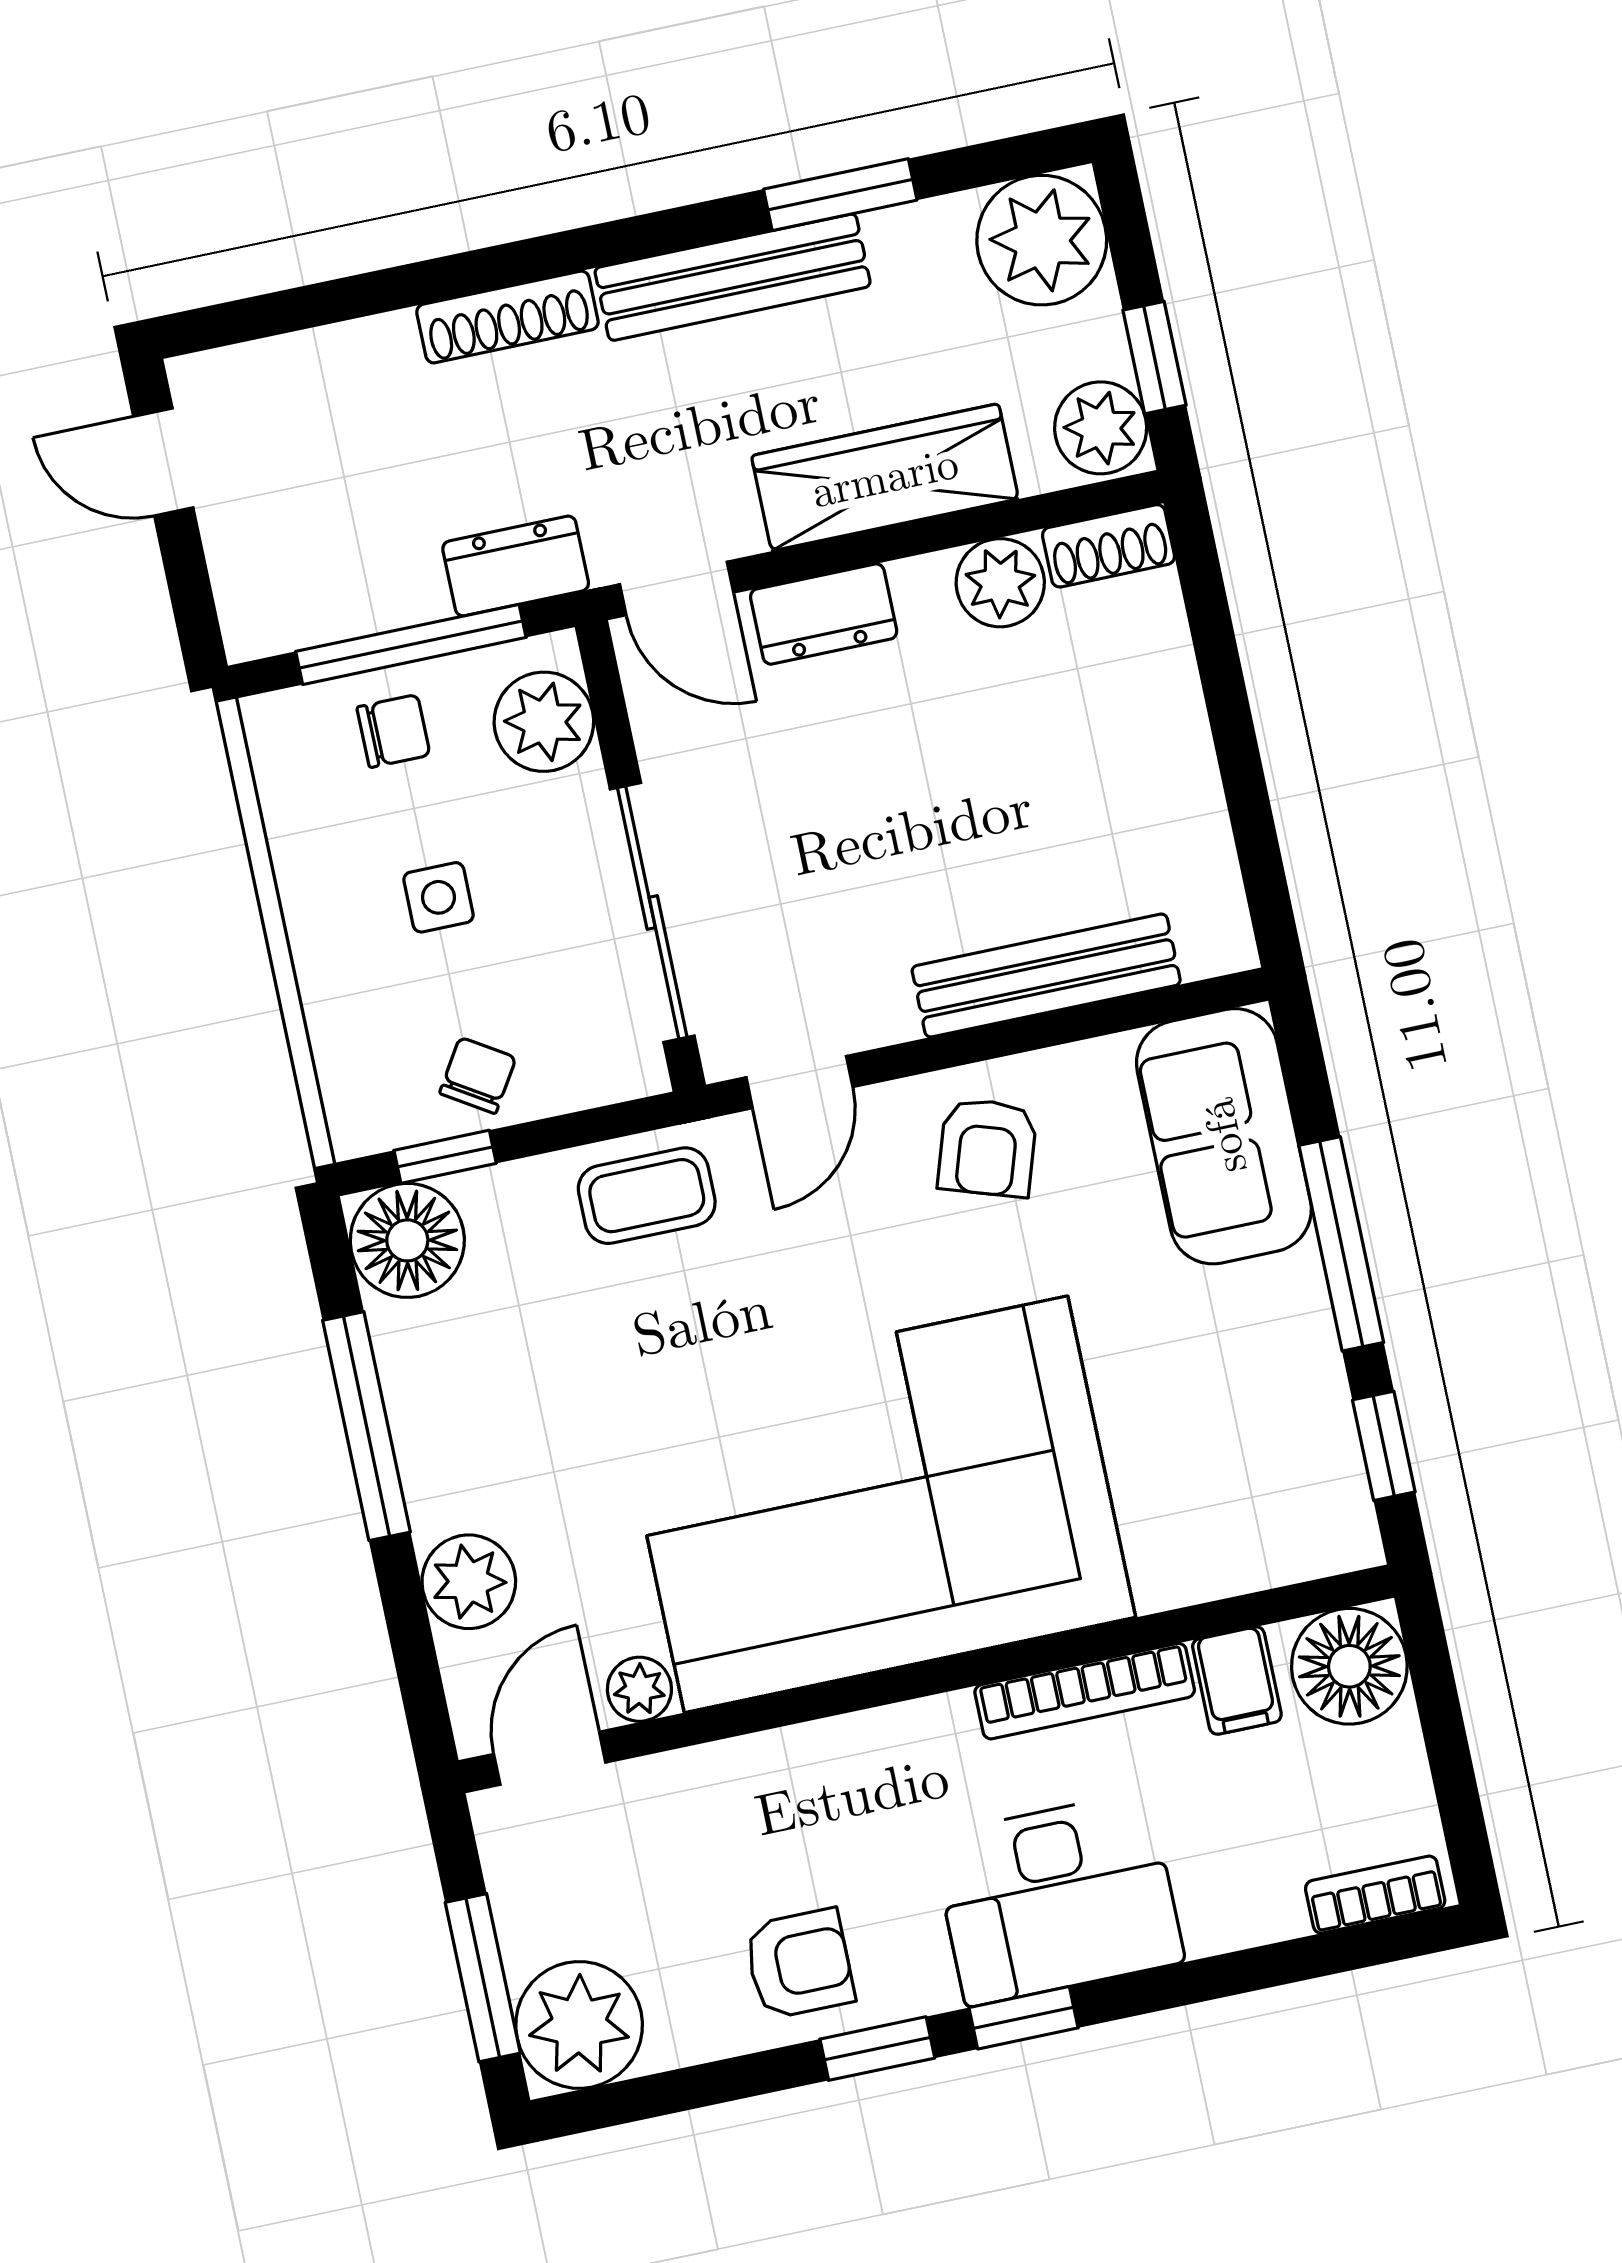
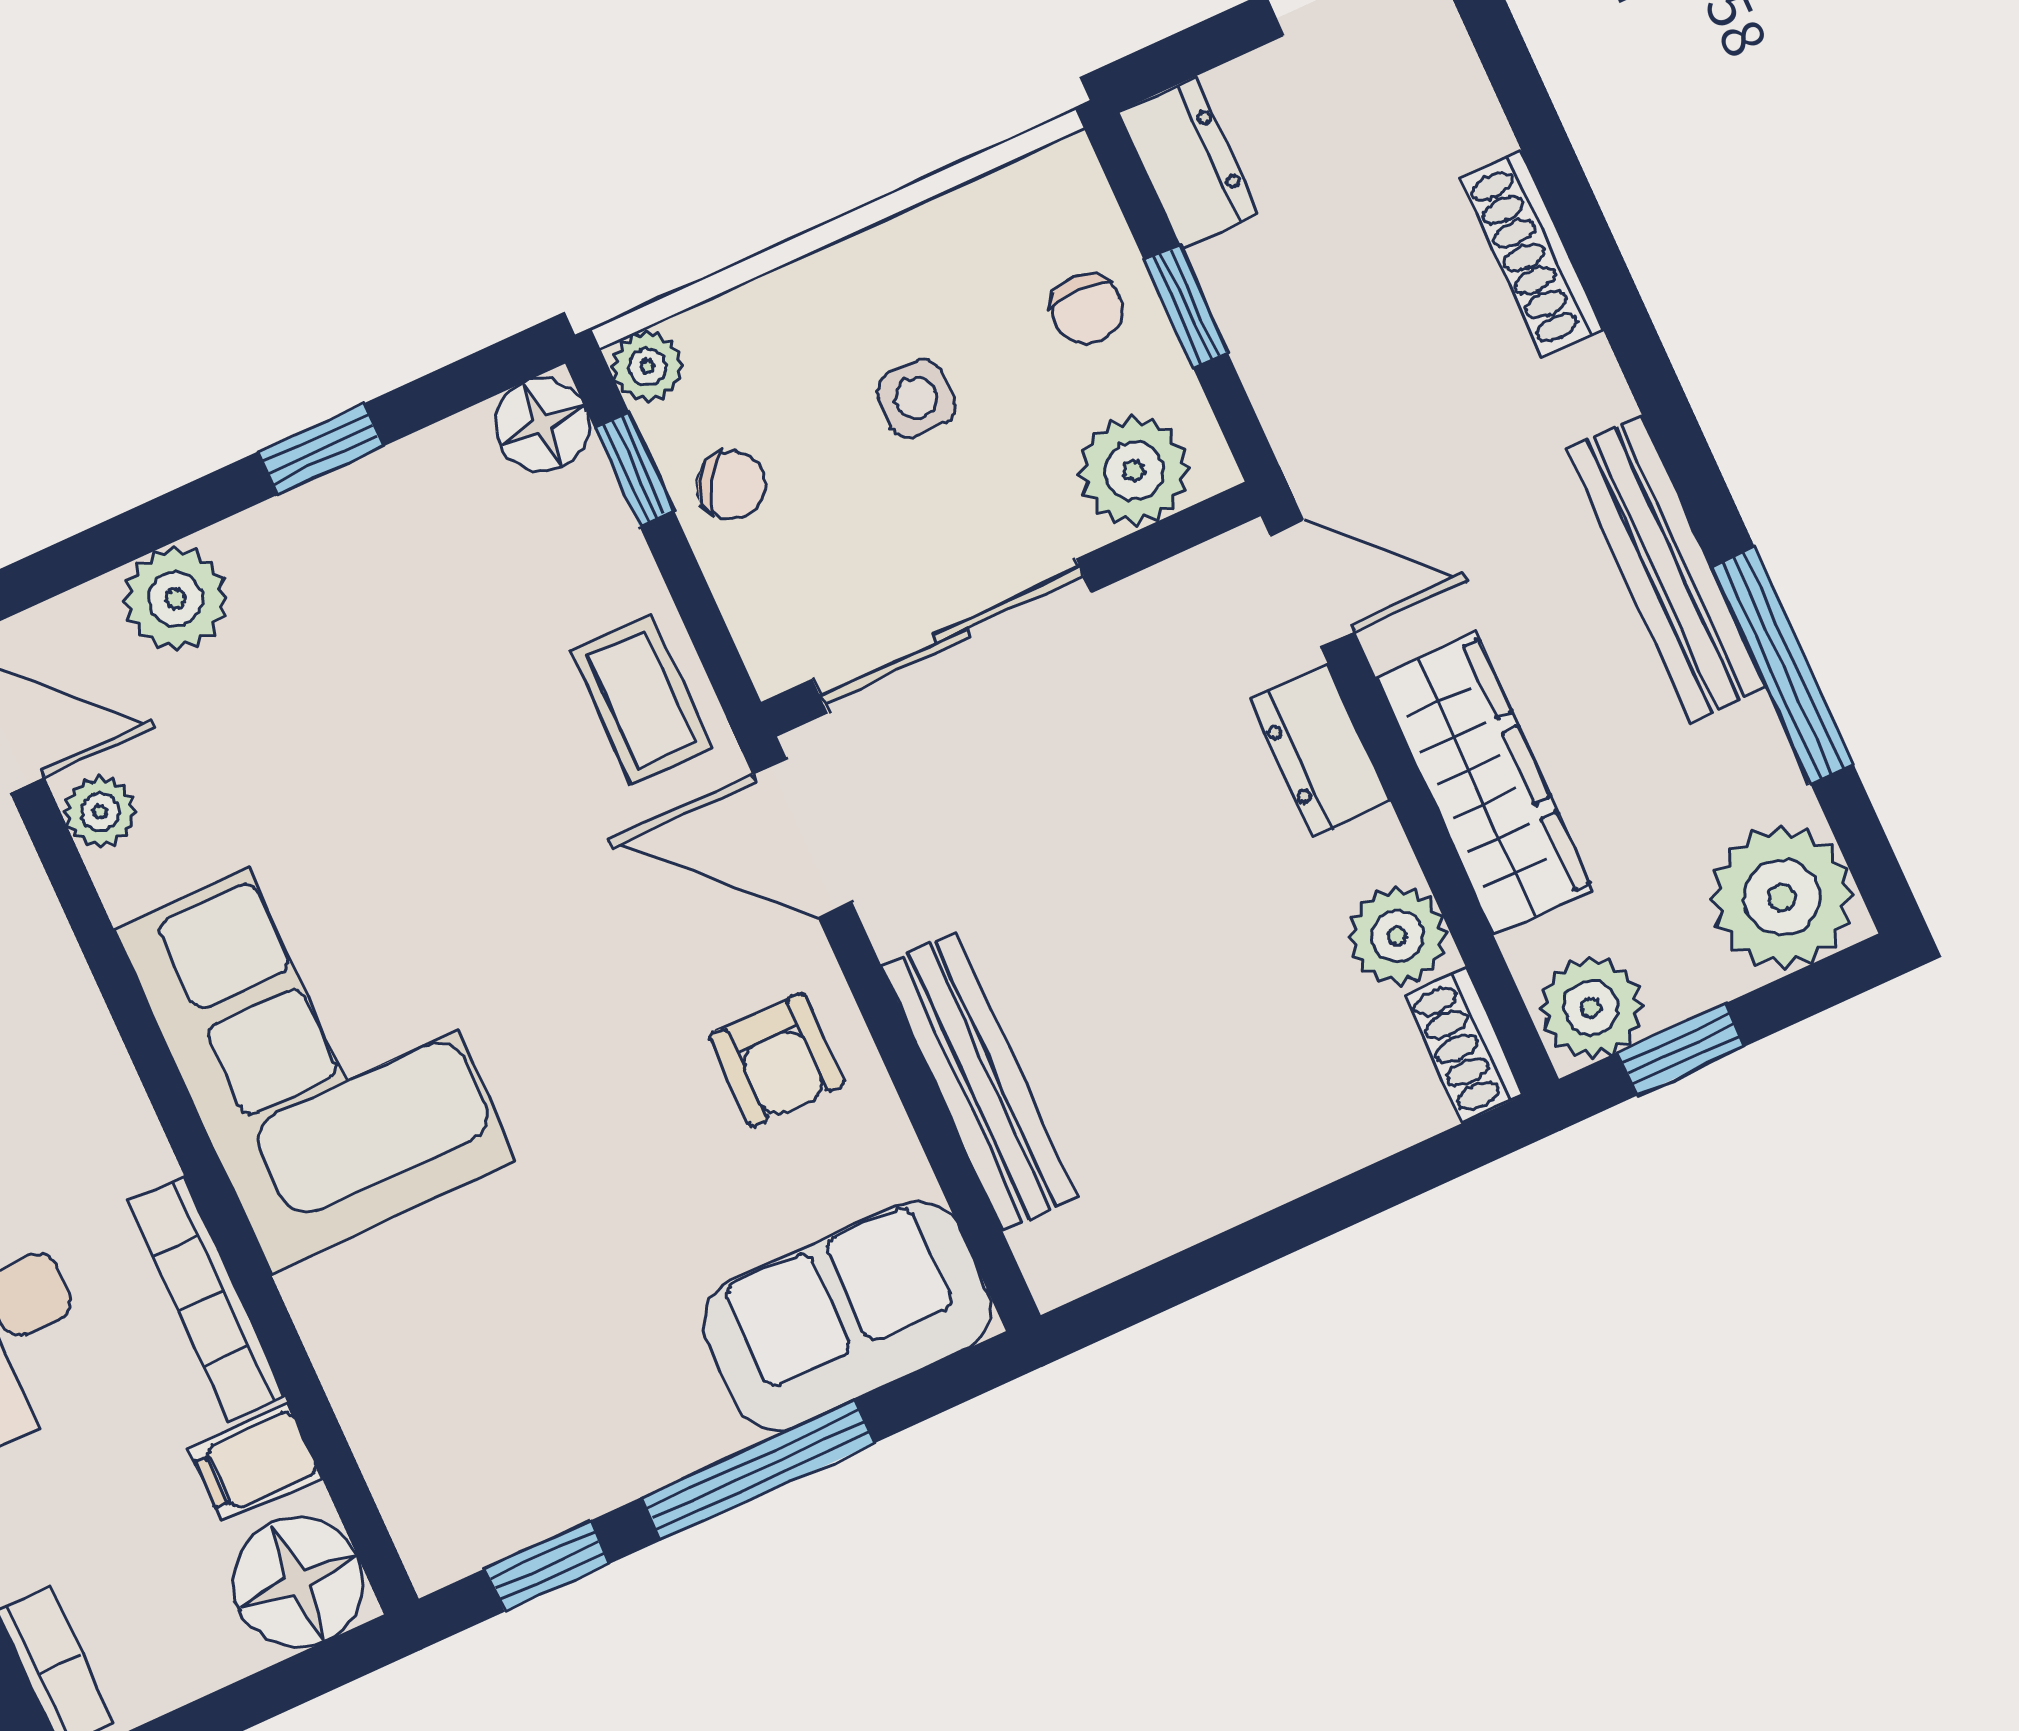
window: (840, 195) -> (1783, 666), width x1.44
shoe rack: (507, 317) -> (1532, 254), moved
dresser: (516, 566) -> (1189, 163), moved
door: (677, 588) -> (1312, 583), swing flipped
window: (411, 644) -> (1186, 307), width x0.46
door: (799, 1082) -> (802, 838), width x1.38
plant: (358, 1125) -> (647, 366), added
armchair: (987, 1148) -> (777, 1060), turned -108
floor lamp: (407, 1240) -> (542, 425), width x0.73, depth x0.73
window: (366, 1426) -> (321, 449), width x0.46
corner sofa: (876, 1504) -> (315, 1045), width x0.73, depth x0.74

